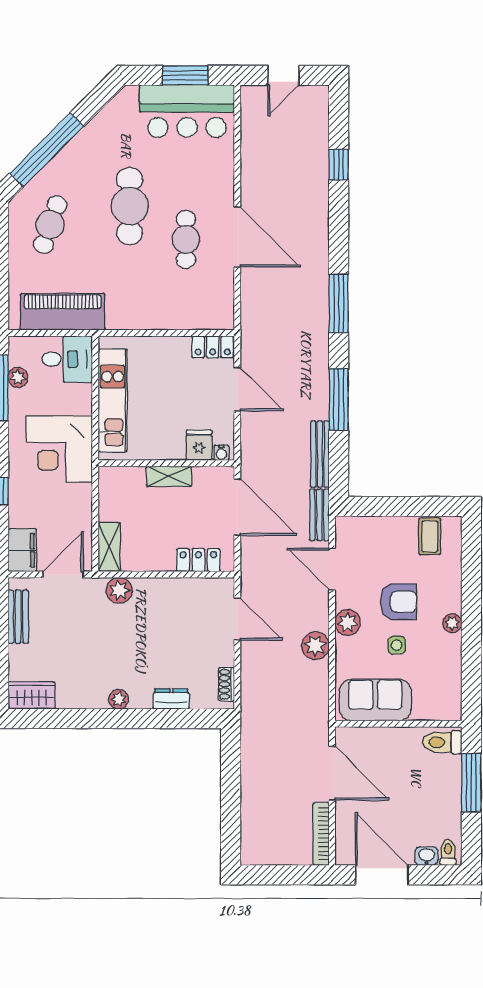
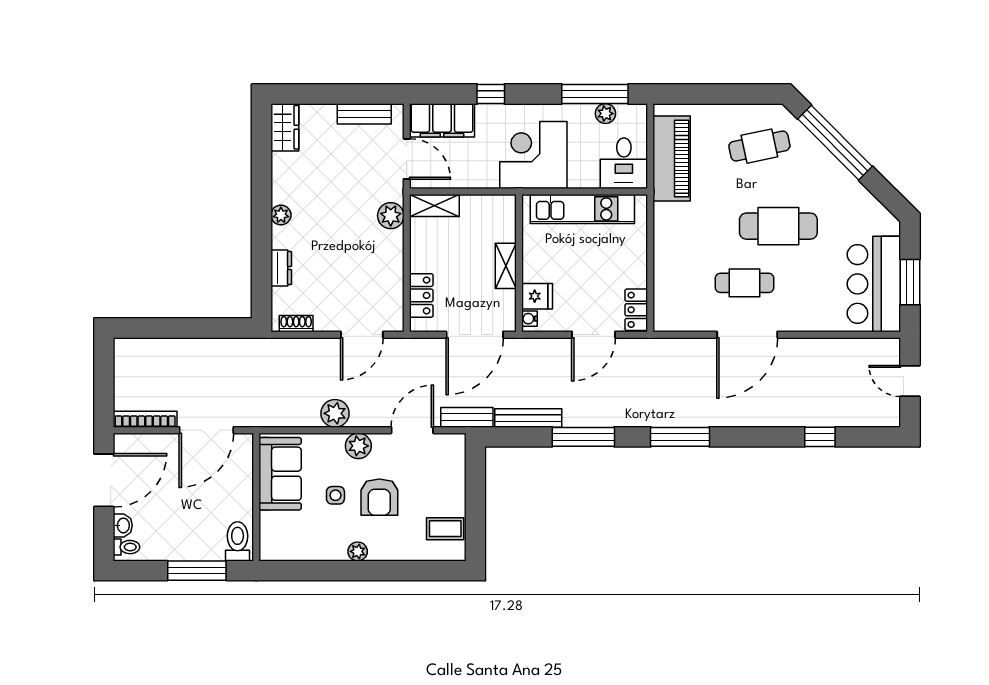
cafe table: (50, 225) -> (759, 146), turned -31
filing cabinet: (22, 550) -> (442, 120), width x1.50, depth x1.17

